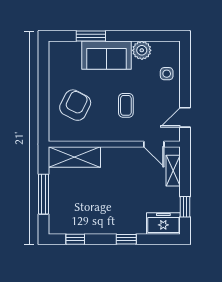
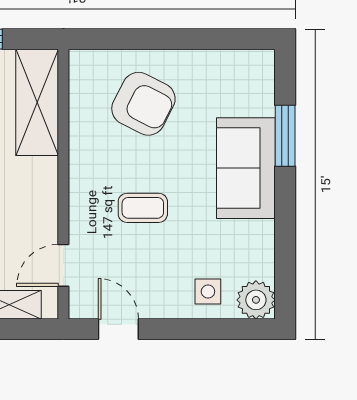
plant: (142, 50) -> (256, 300), moved

